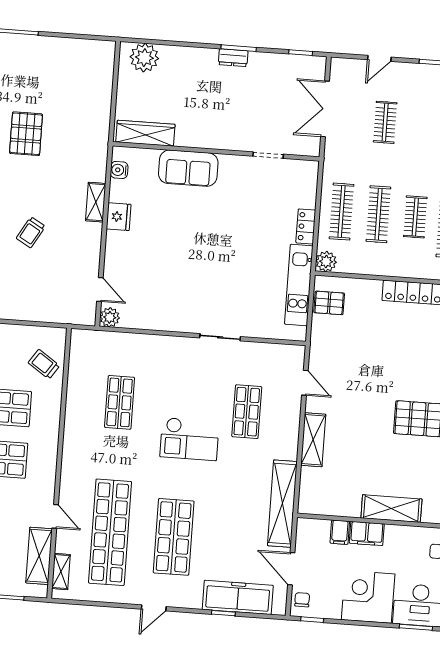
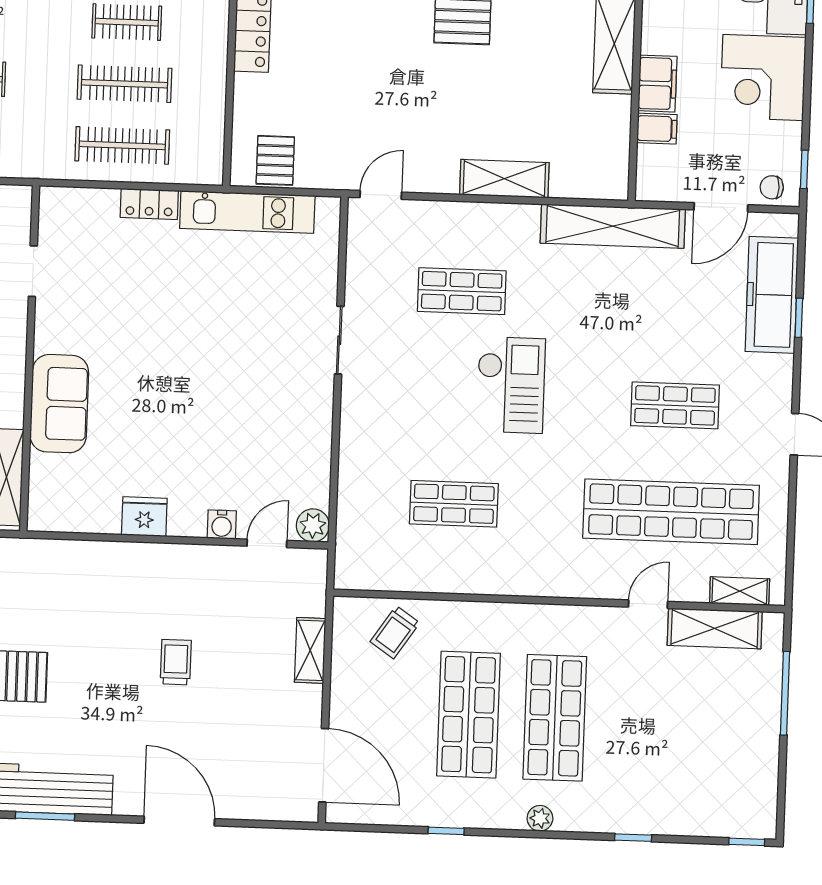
water cooler: (119, 170) -> (222, 524), moved
shelving: (96, 202) -> (310, 650), moved, turned 90
trolley: (31, 232) -> (176, 662), turned -120
plant: (326, 262) -> (206, 168), removed
door: (305, 383) -> (381, 195), moved
shop shelf: (174, 537) -> (675, 405), width x0.70, depth x0.74

